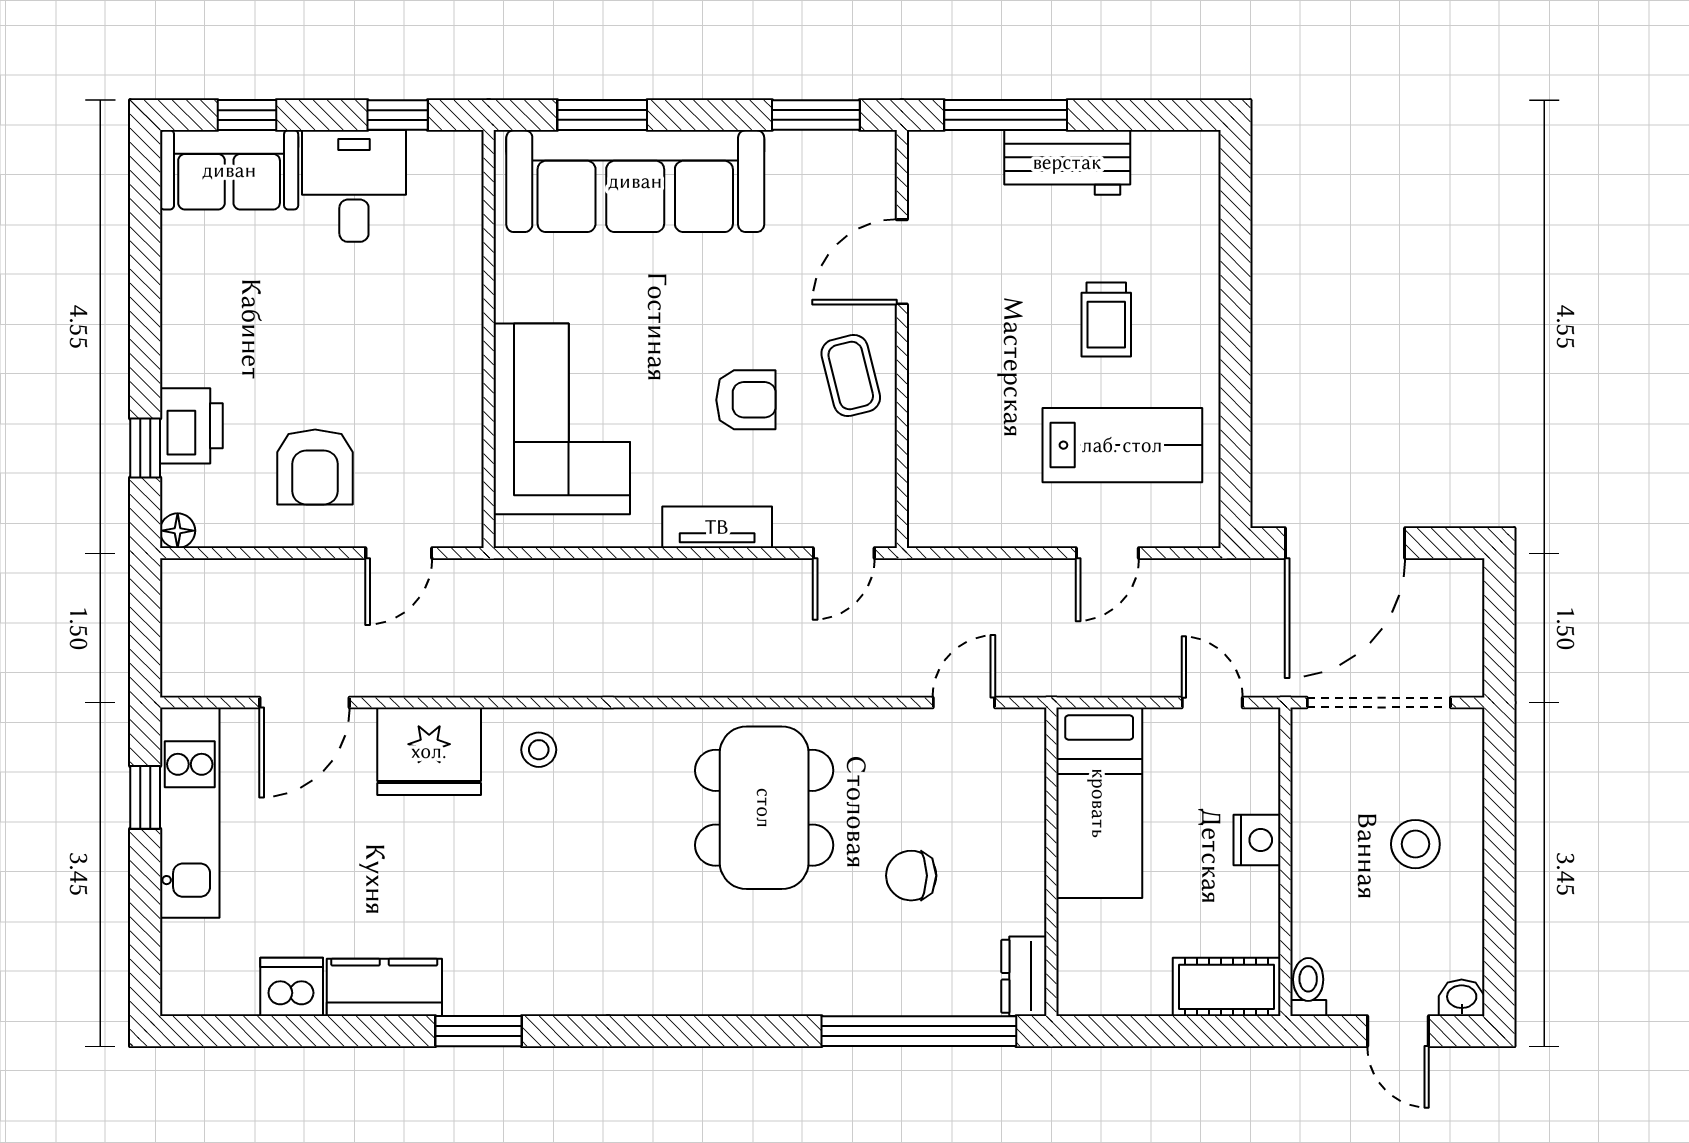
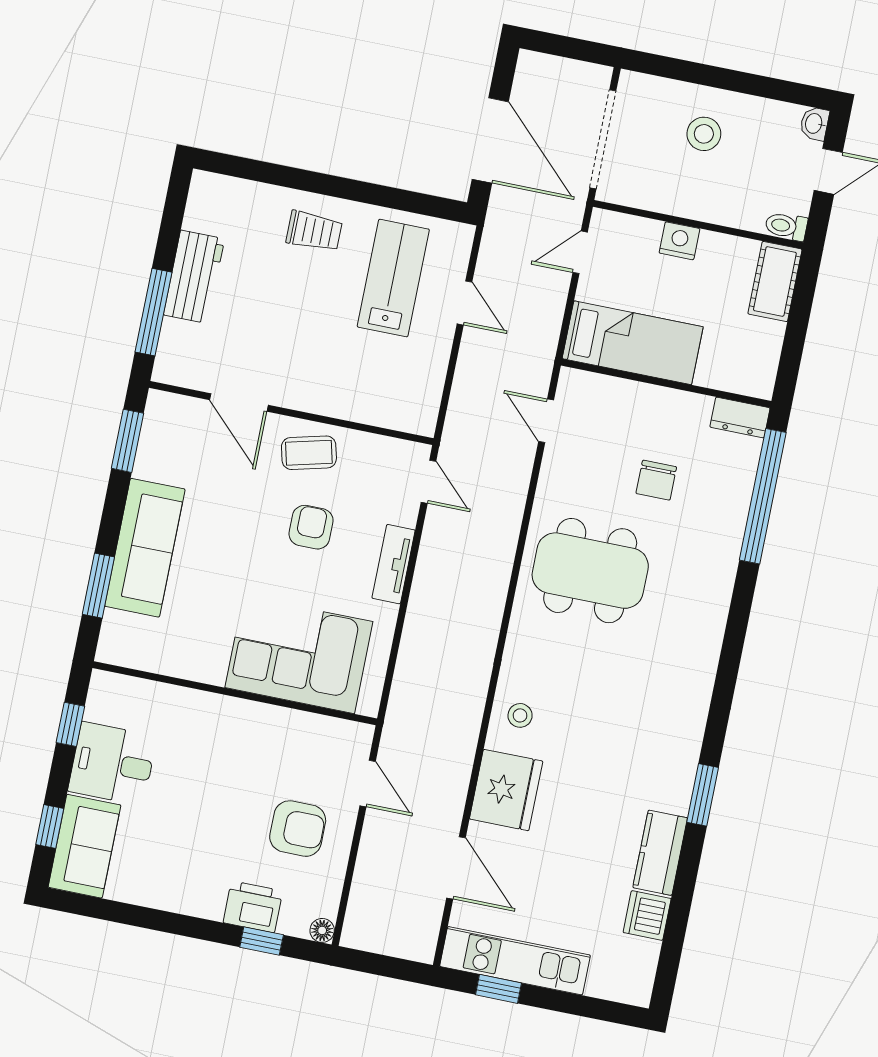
sofa: (635, 181) -> (145, 548), width x0.74, depth x0.79
trolley: (1106, 319) -> (314, 231), moved

